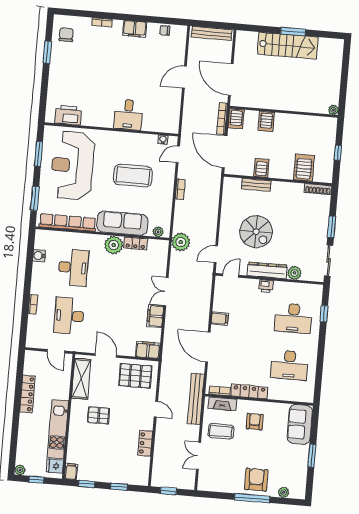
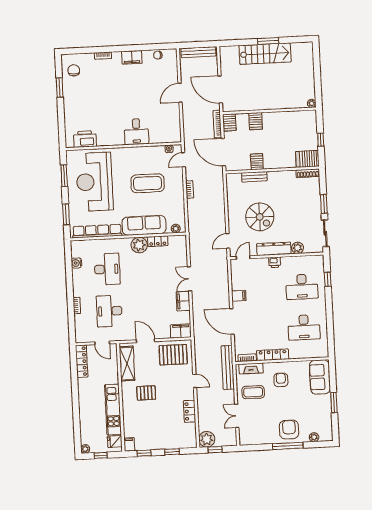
server rack: (304, 168) -> (307, 159), moved, turned -90
plant: (181, 242) -> (207, 439), moved
locker: (27, 394) -> (82, 361), moved

